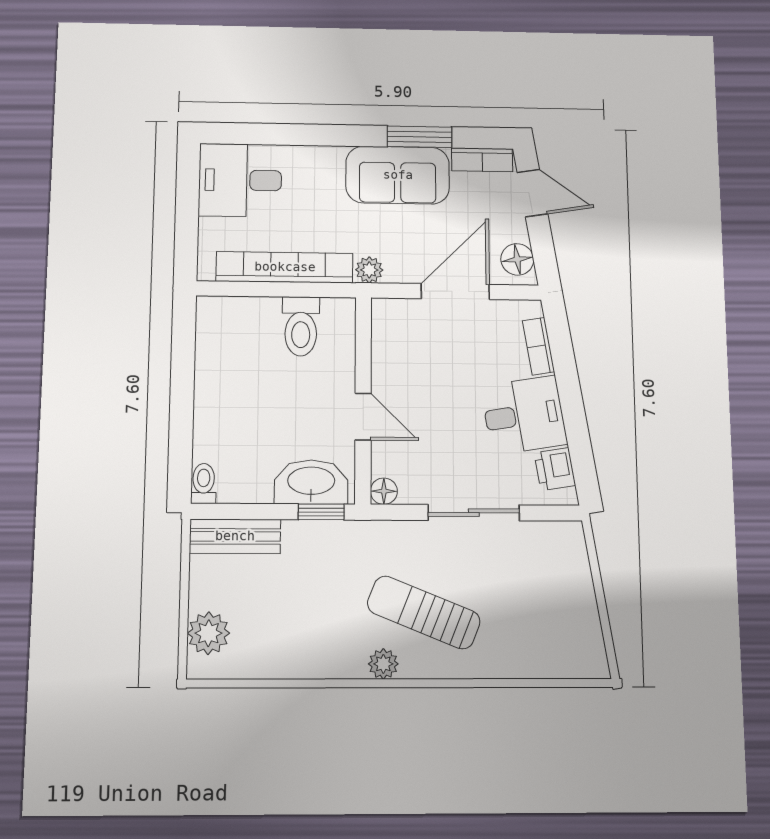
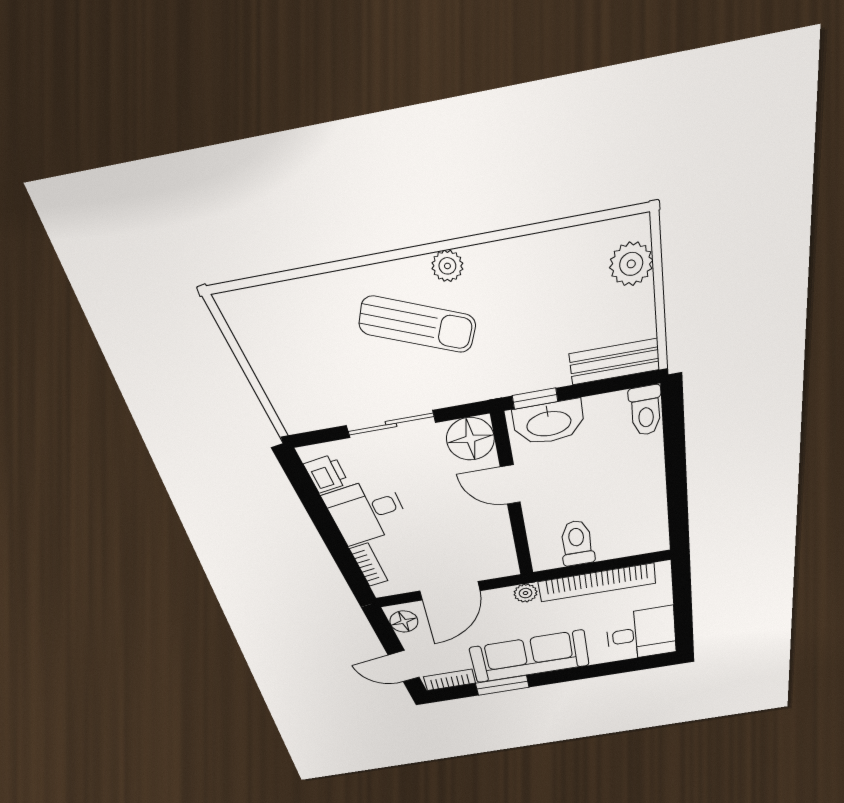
sofa: (398, 175) -> (530, 656), width x1.36
toilet: (204, 484) -> (646, 411), width x1.37, depth x1.39
floor lamp: (384, 491) -> (470, 439), width x1.89, depth x1.89

